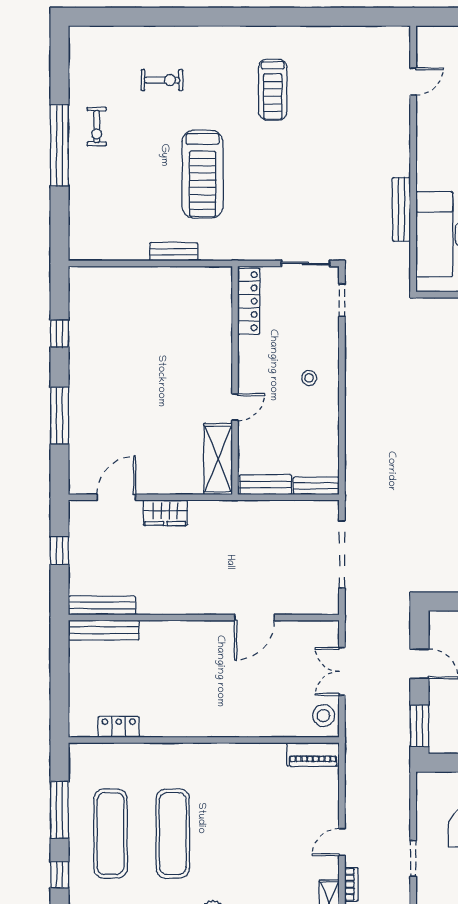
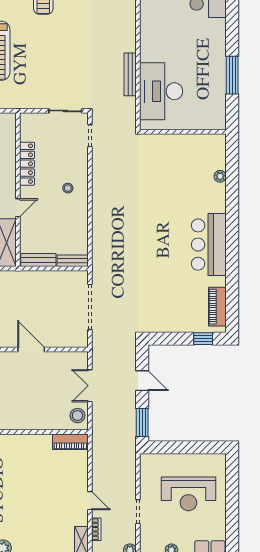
locker: (249, 301) -> (27, 164), moved
door: (255, 618) -> (31, 349), swing flipped
door: (342, 842) -> (90, 501), swing flipped

